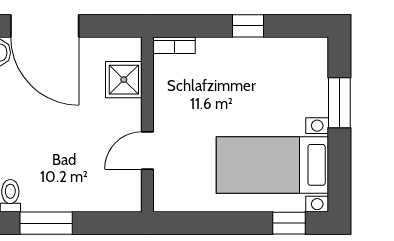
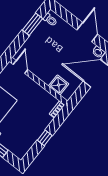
door: (147, 151) -> (20, 67), moved

